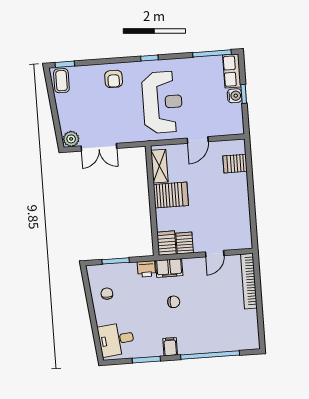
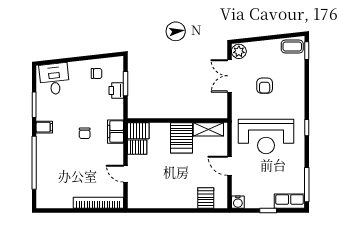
armchair: (114, 79) -> (265, 86), moved, turned -90
water cooler: (235, 96) -> (238, 202), moved
printer: (146, 269) -> (116, 90), moved

